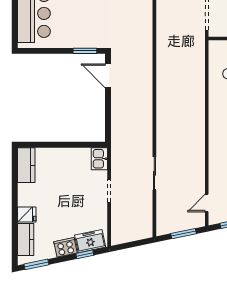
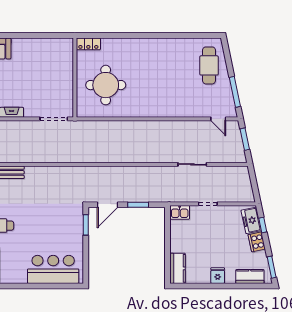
window: (108, 111) -> (138, 205), added
kitchen counter: (26, 165) -> (178, 268), moved, turned 90
fridge: (27, 214) -> (218, 276), moved

